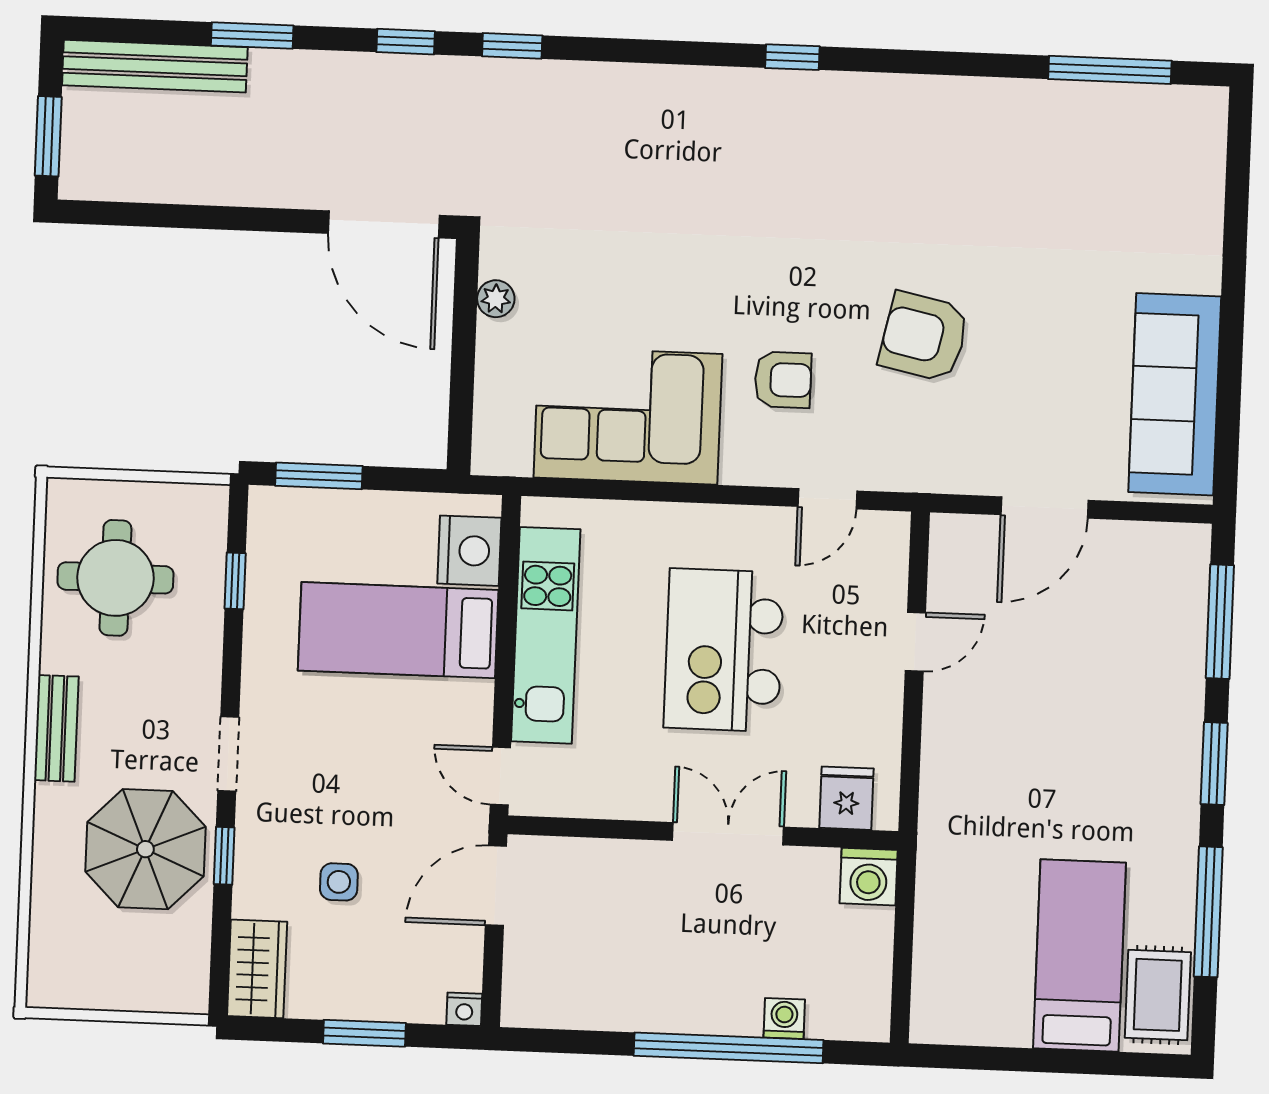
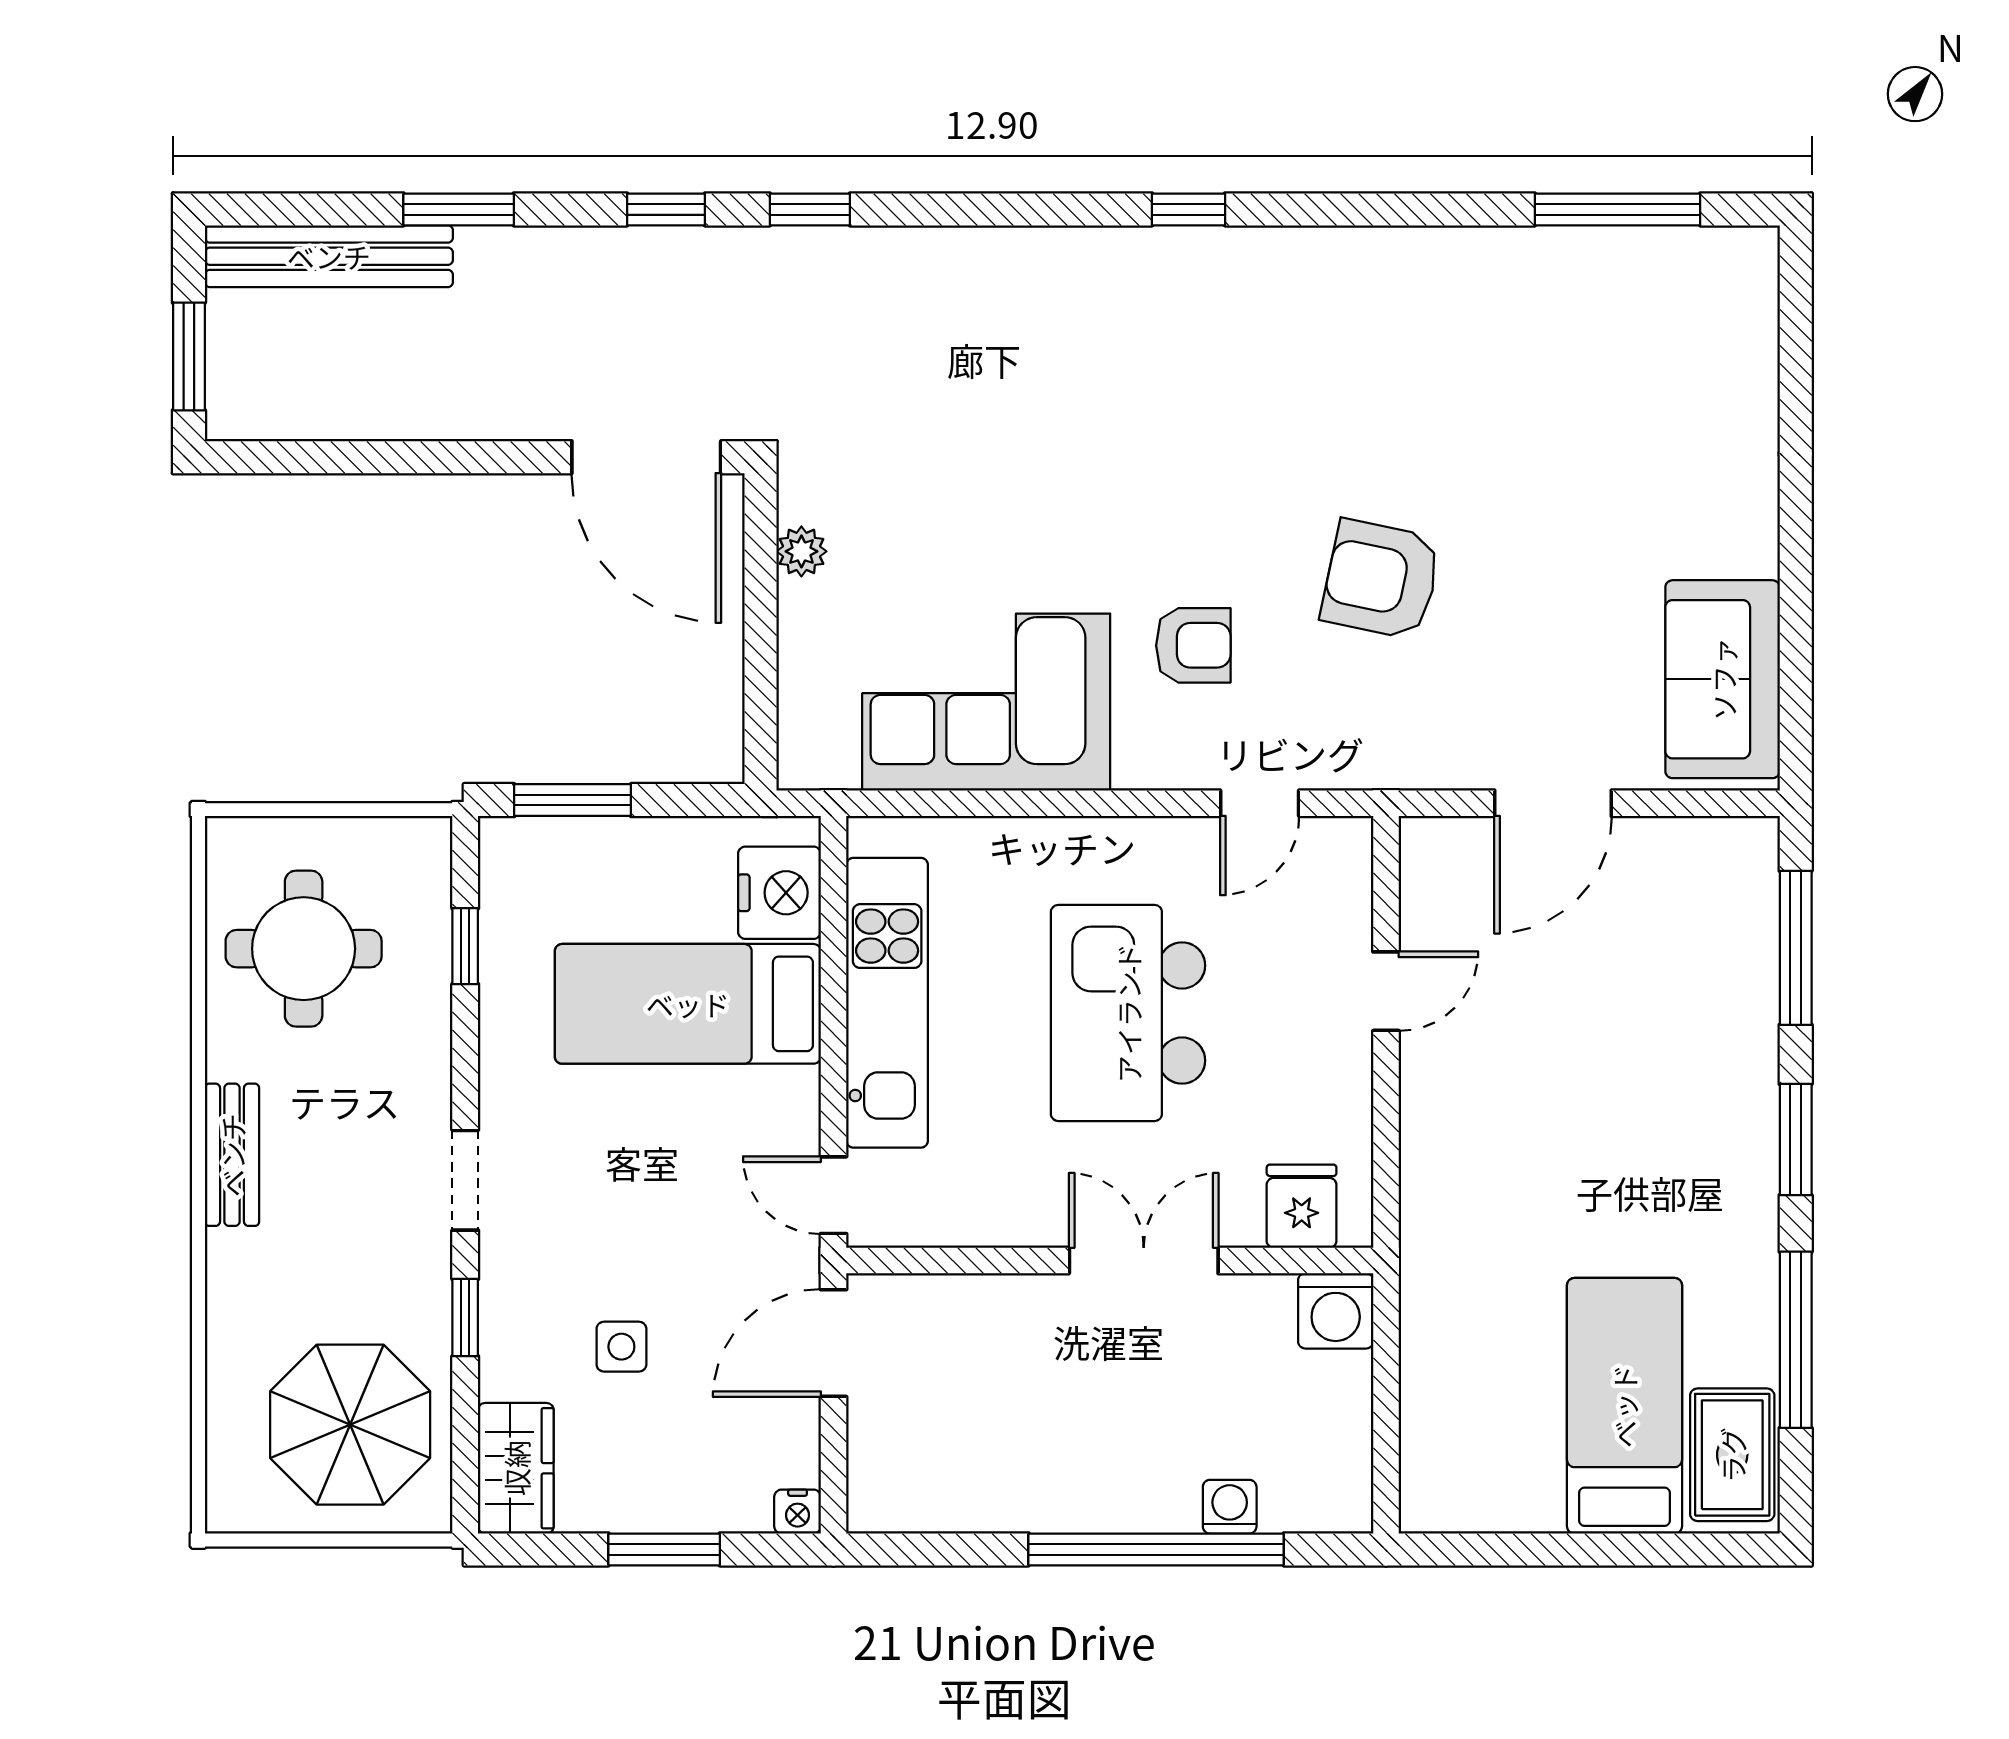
sofa: (1175, 394) -> (1723, 679), width x0.73
parasol: (145, 849) -> (350, 1425), moved

